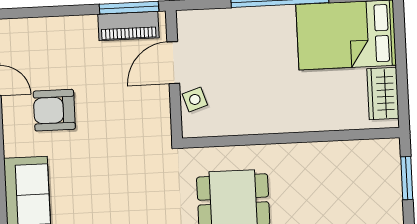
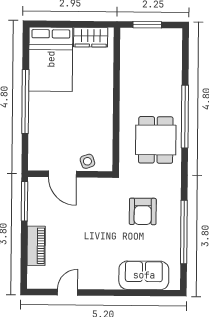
piano: (128, 26) -> (36, 246), moved
armchair: (54, 110) -> (143, 211), moved

